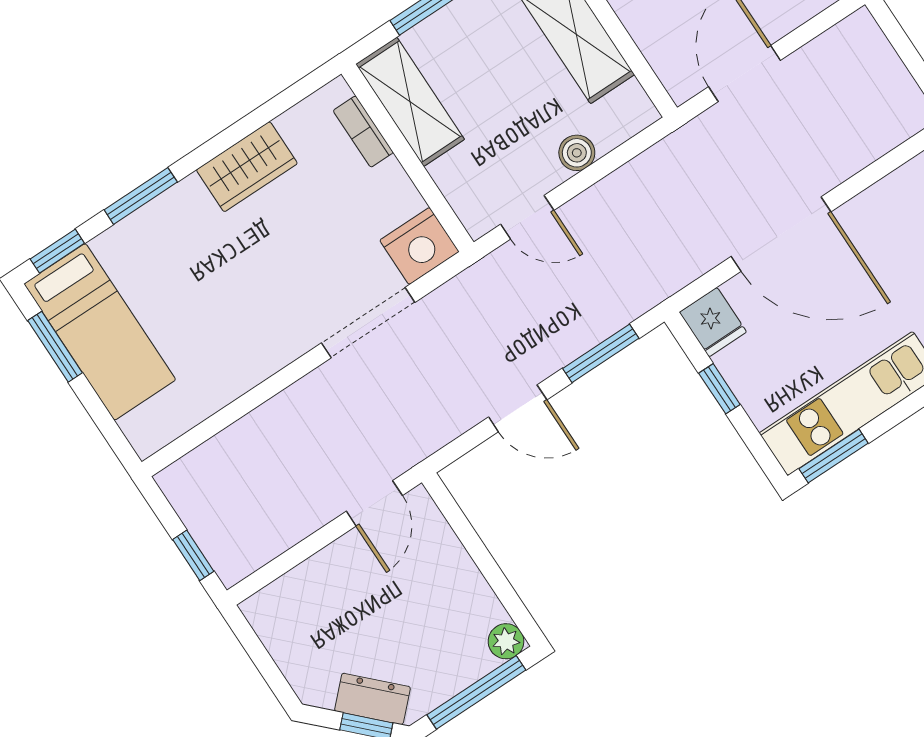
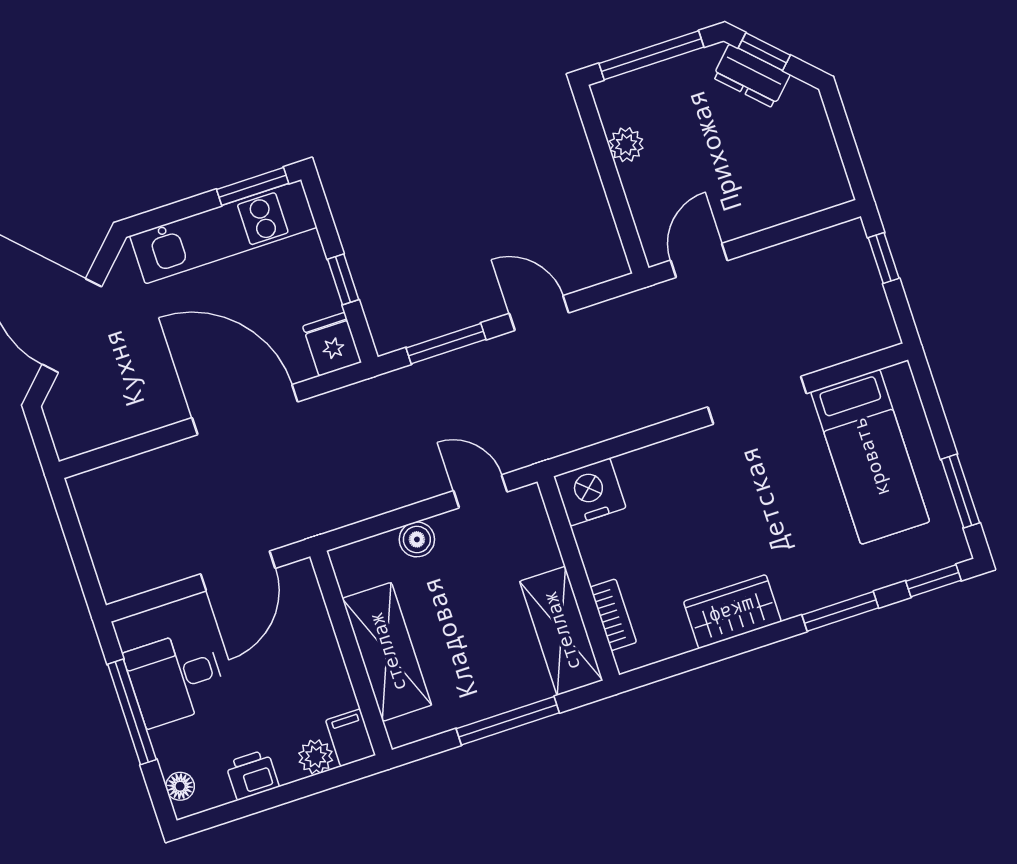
doorway: (368, 323) -> (757, 400), moved
bed: (100, 332) -> (870, 457), moved, turned 180
plant: (506, 641) -> (626, 145), moved

